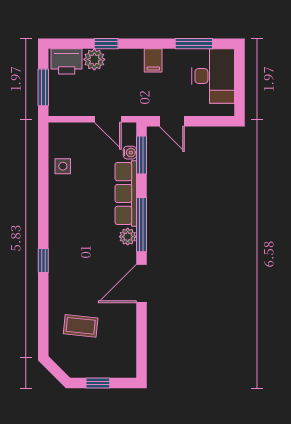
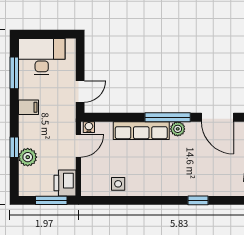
printer: (67, 61) -> (65, 183), moved, turned 180
water cooler: (130, 153) -> (89, 127), moved
window: (141, 155) -> (109, 117), removed

